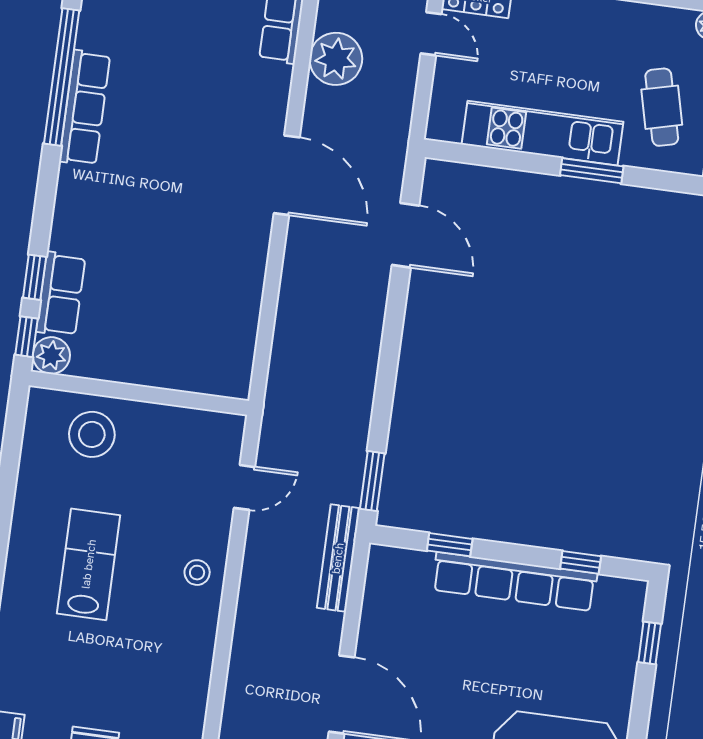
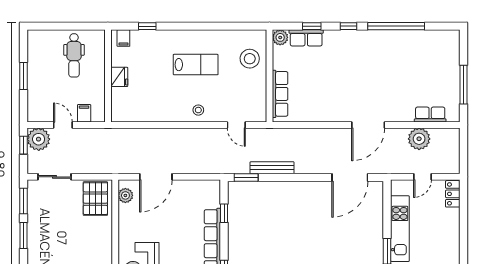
door: (431, 34) -> (422, 177), moved
row of seats: (85, 108) -> (280, 94), moved, turned -90
door: (406, 235) -> (350, 178), width x1.36
window: (27, 337) -> (349, 26), moved
bench: (338, 558) -> (272, 168), moved

